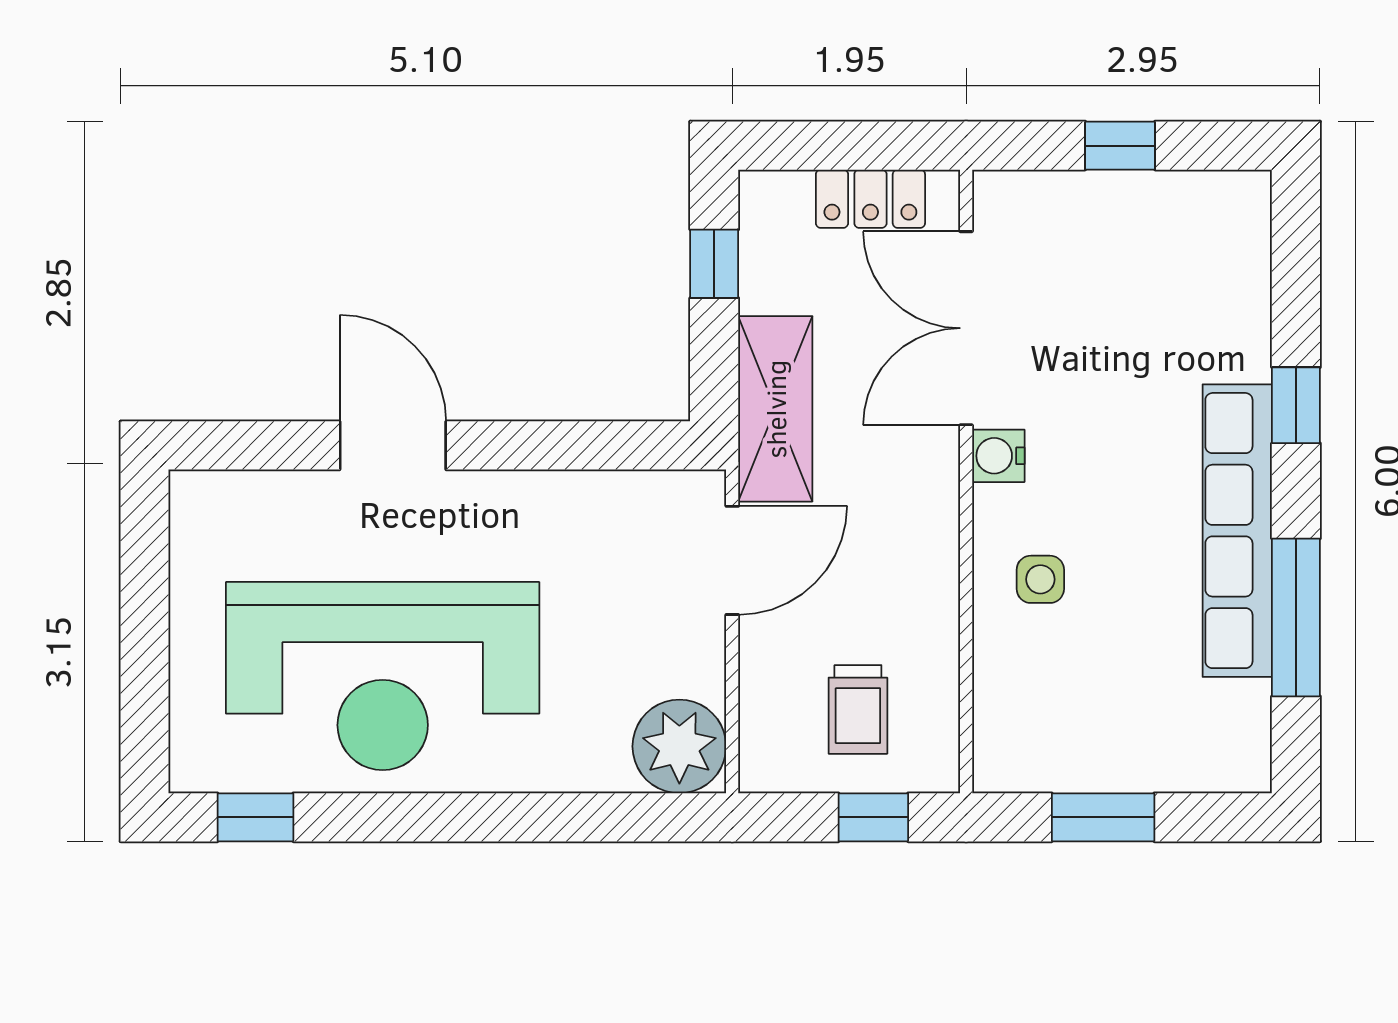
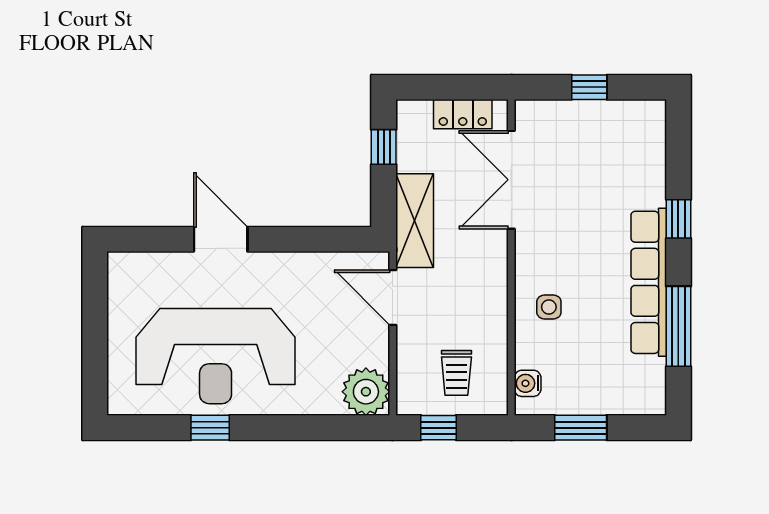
water cooler: (998, 456) -> (528, 383), moved
door: (732, 560) -> (393, 297), swing flipped
window: (255, 817) -> (210, 428), moved
window: (873, 817) -> (439, 428), moved

